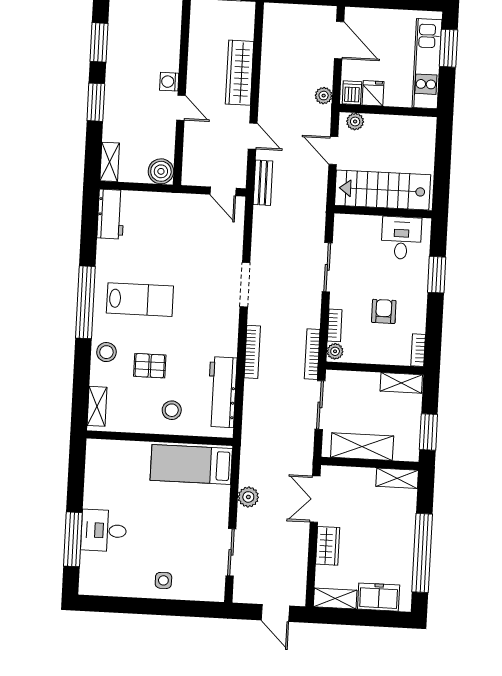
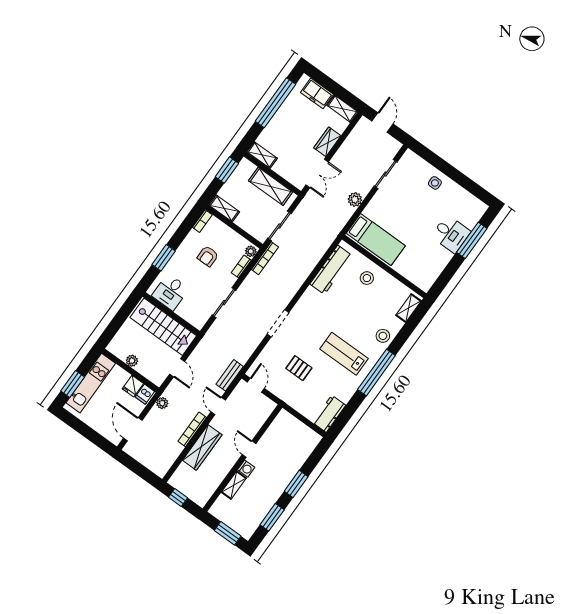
plant: (355, 122) -> (132, 361), moved
shelving: (110, 162) -> (234, 485), moved
boiler: (161, 171) -> (284, 420), removed
bookcase: (252, 352) -> (192, 429), moved
pallet: (150, 366) -> (299, 368), moved

